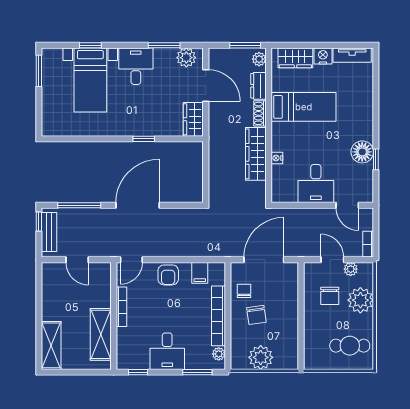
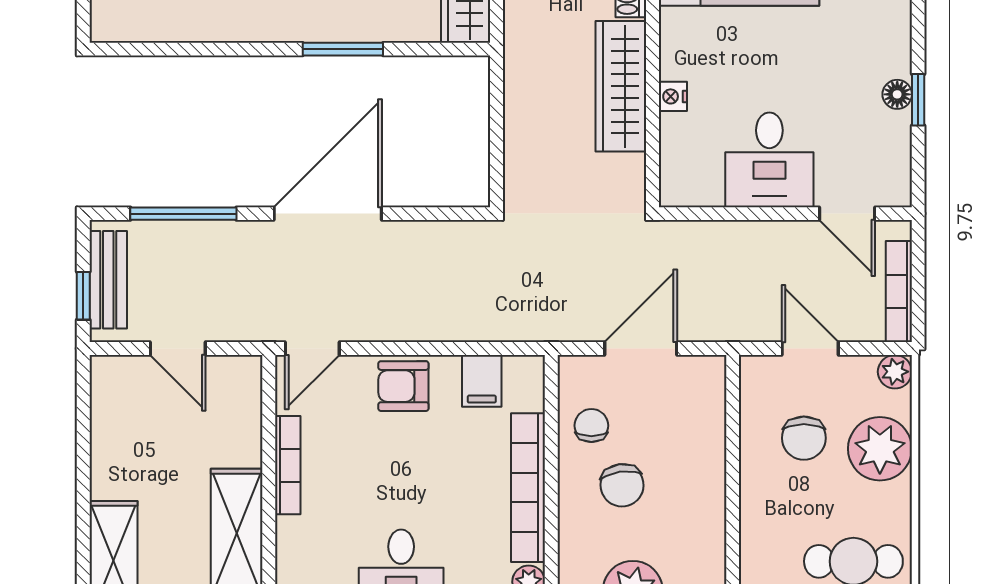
window: (144, 139) -> (343, 49), width x1.50
floor lamp: (362, 152) -> (897, 94), width x0.53, depth x0.53
window: (39, 222) -> (83, 296), moved
bookcase: (368, 244) -> (899, 291), width x1.56
door: (264, 260) -> (641, 349), width x0.73
plant: (351, 269) -> (895, 372), moved
armchair: (168, 275) -> (403, 386), turned 90

